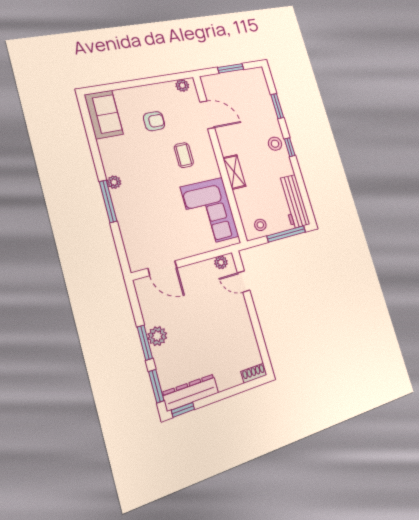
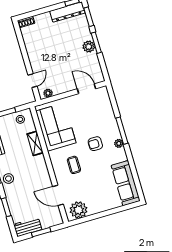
workbench: (249, 77) -> (28, 227), added
plant: (182, 85) -> (78, 210), width x1.87, depth x1.87
sofa: (104, 115) -> (126, 183), width x1.36
armchair: (154, 121) -> (95, 144), moved
shelving: (234, 172) -> (35, 143), moved
door: (244, 282) -> (32, 81), hinge flipped

